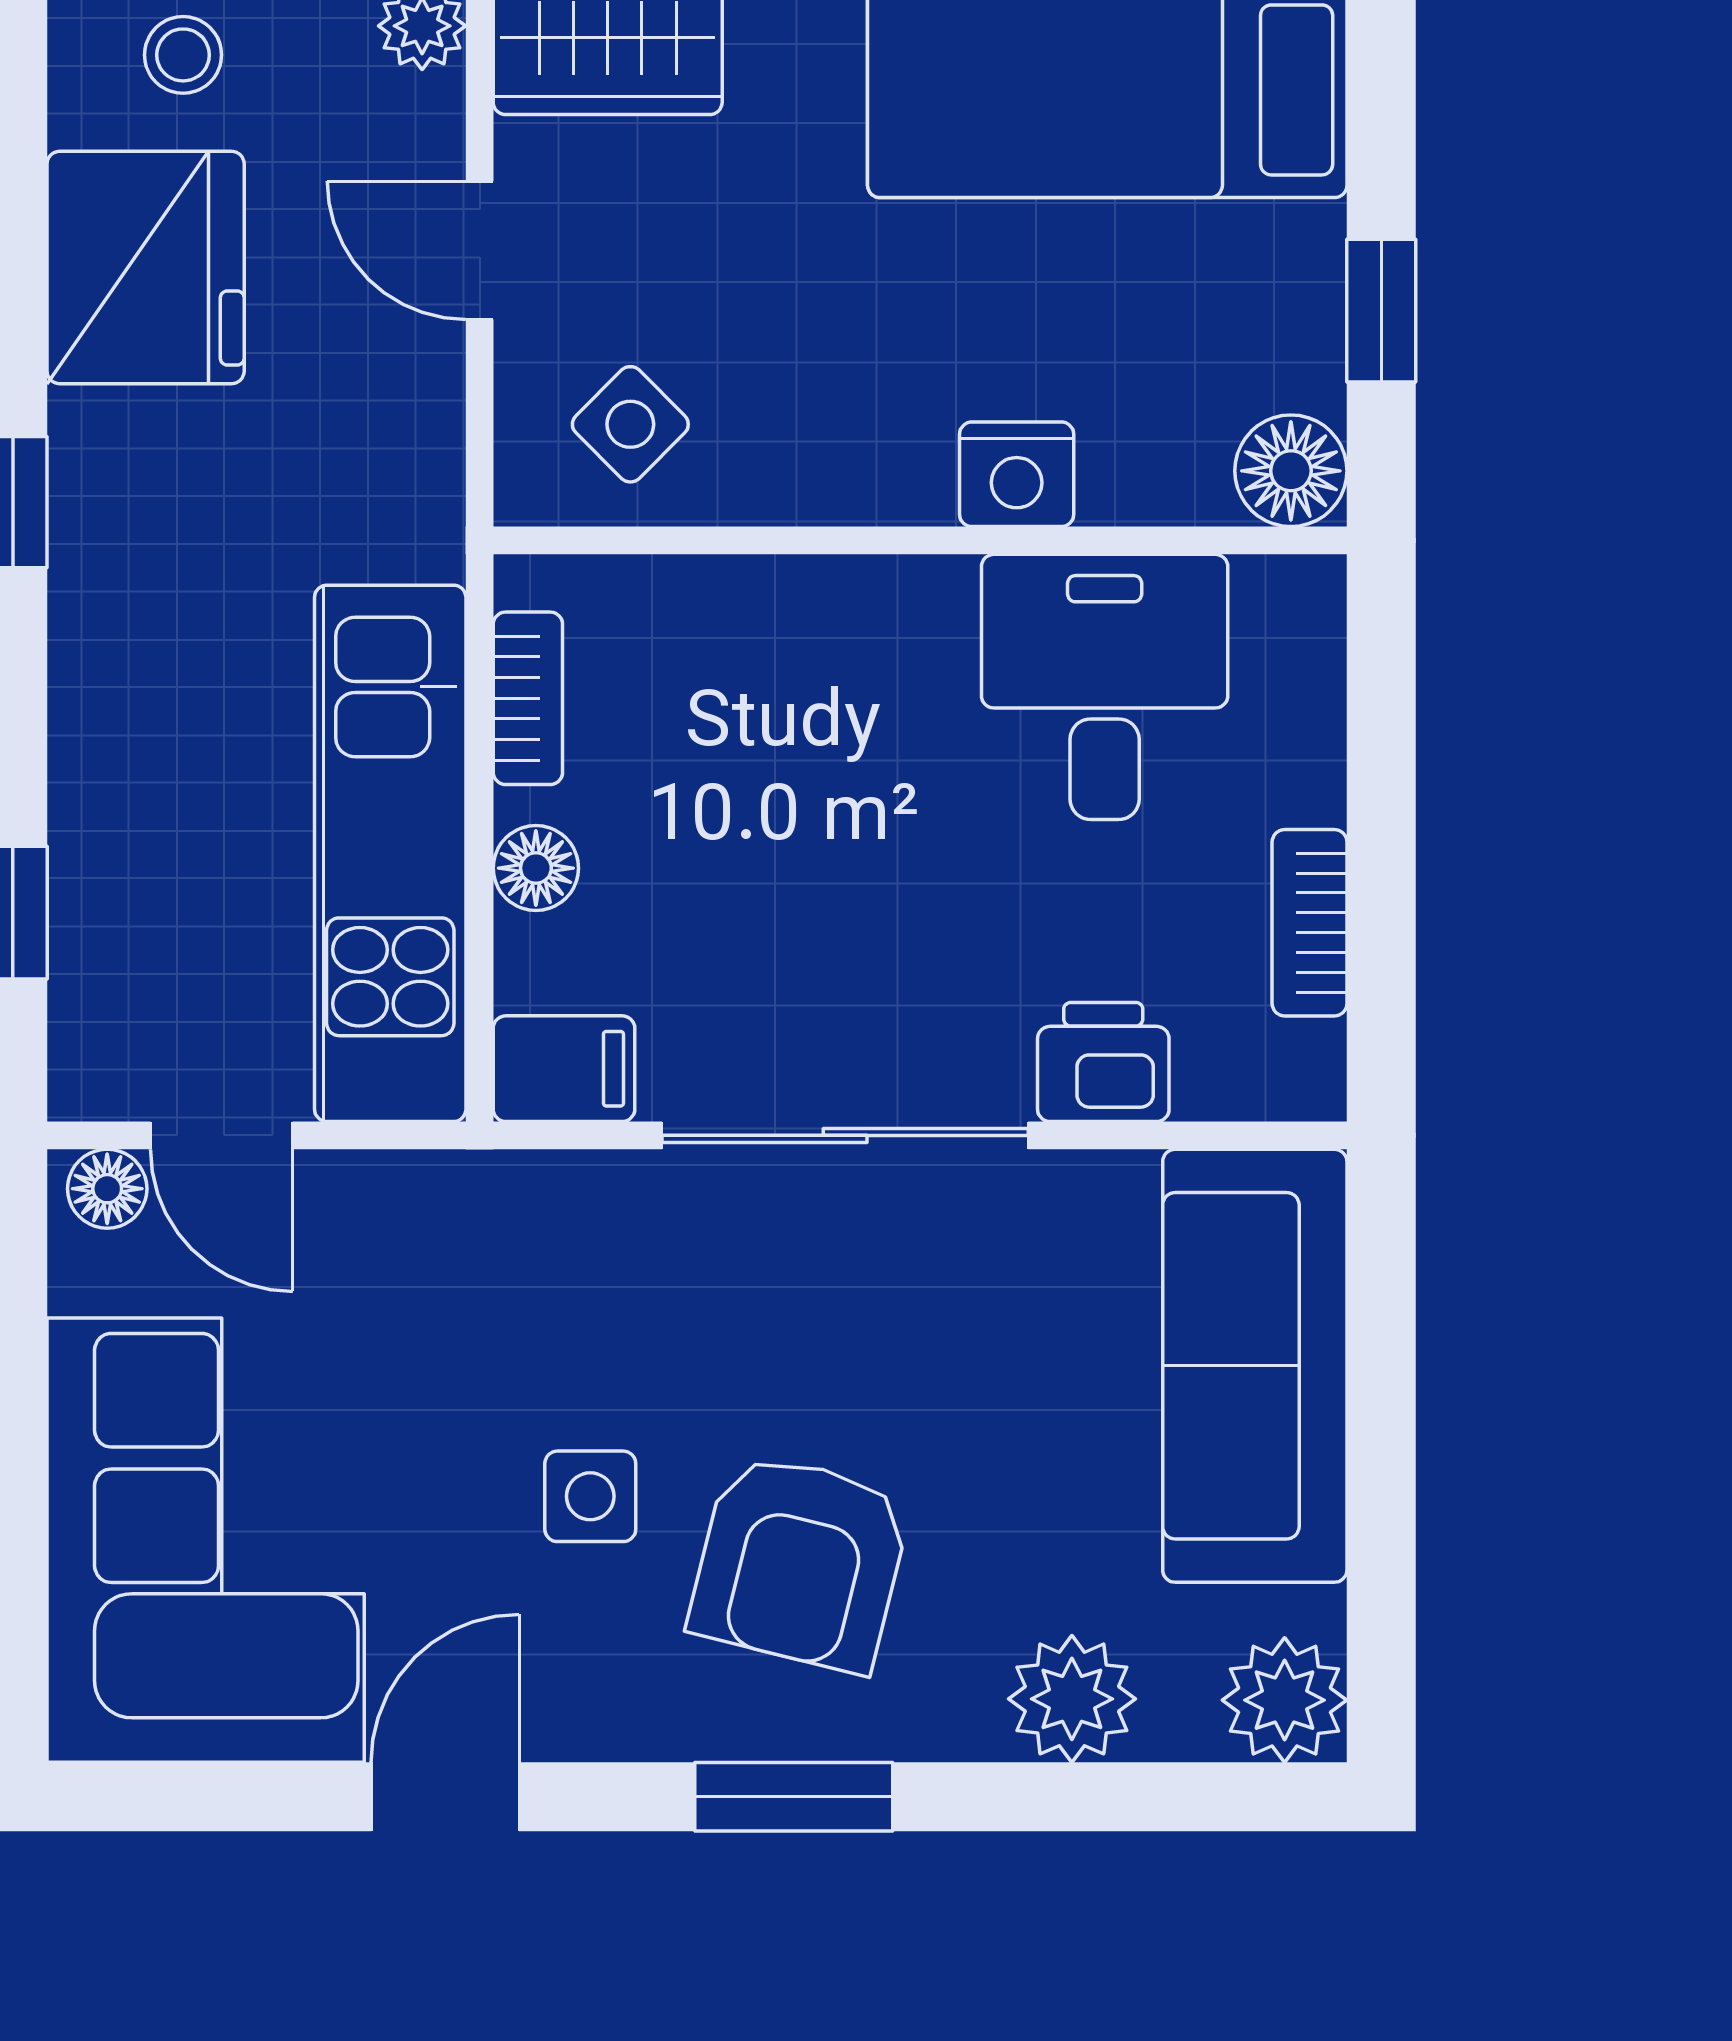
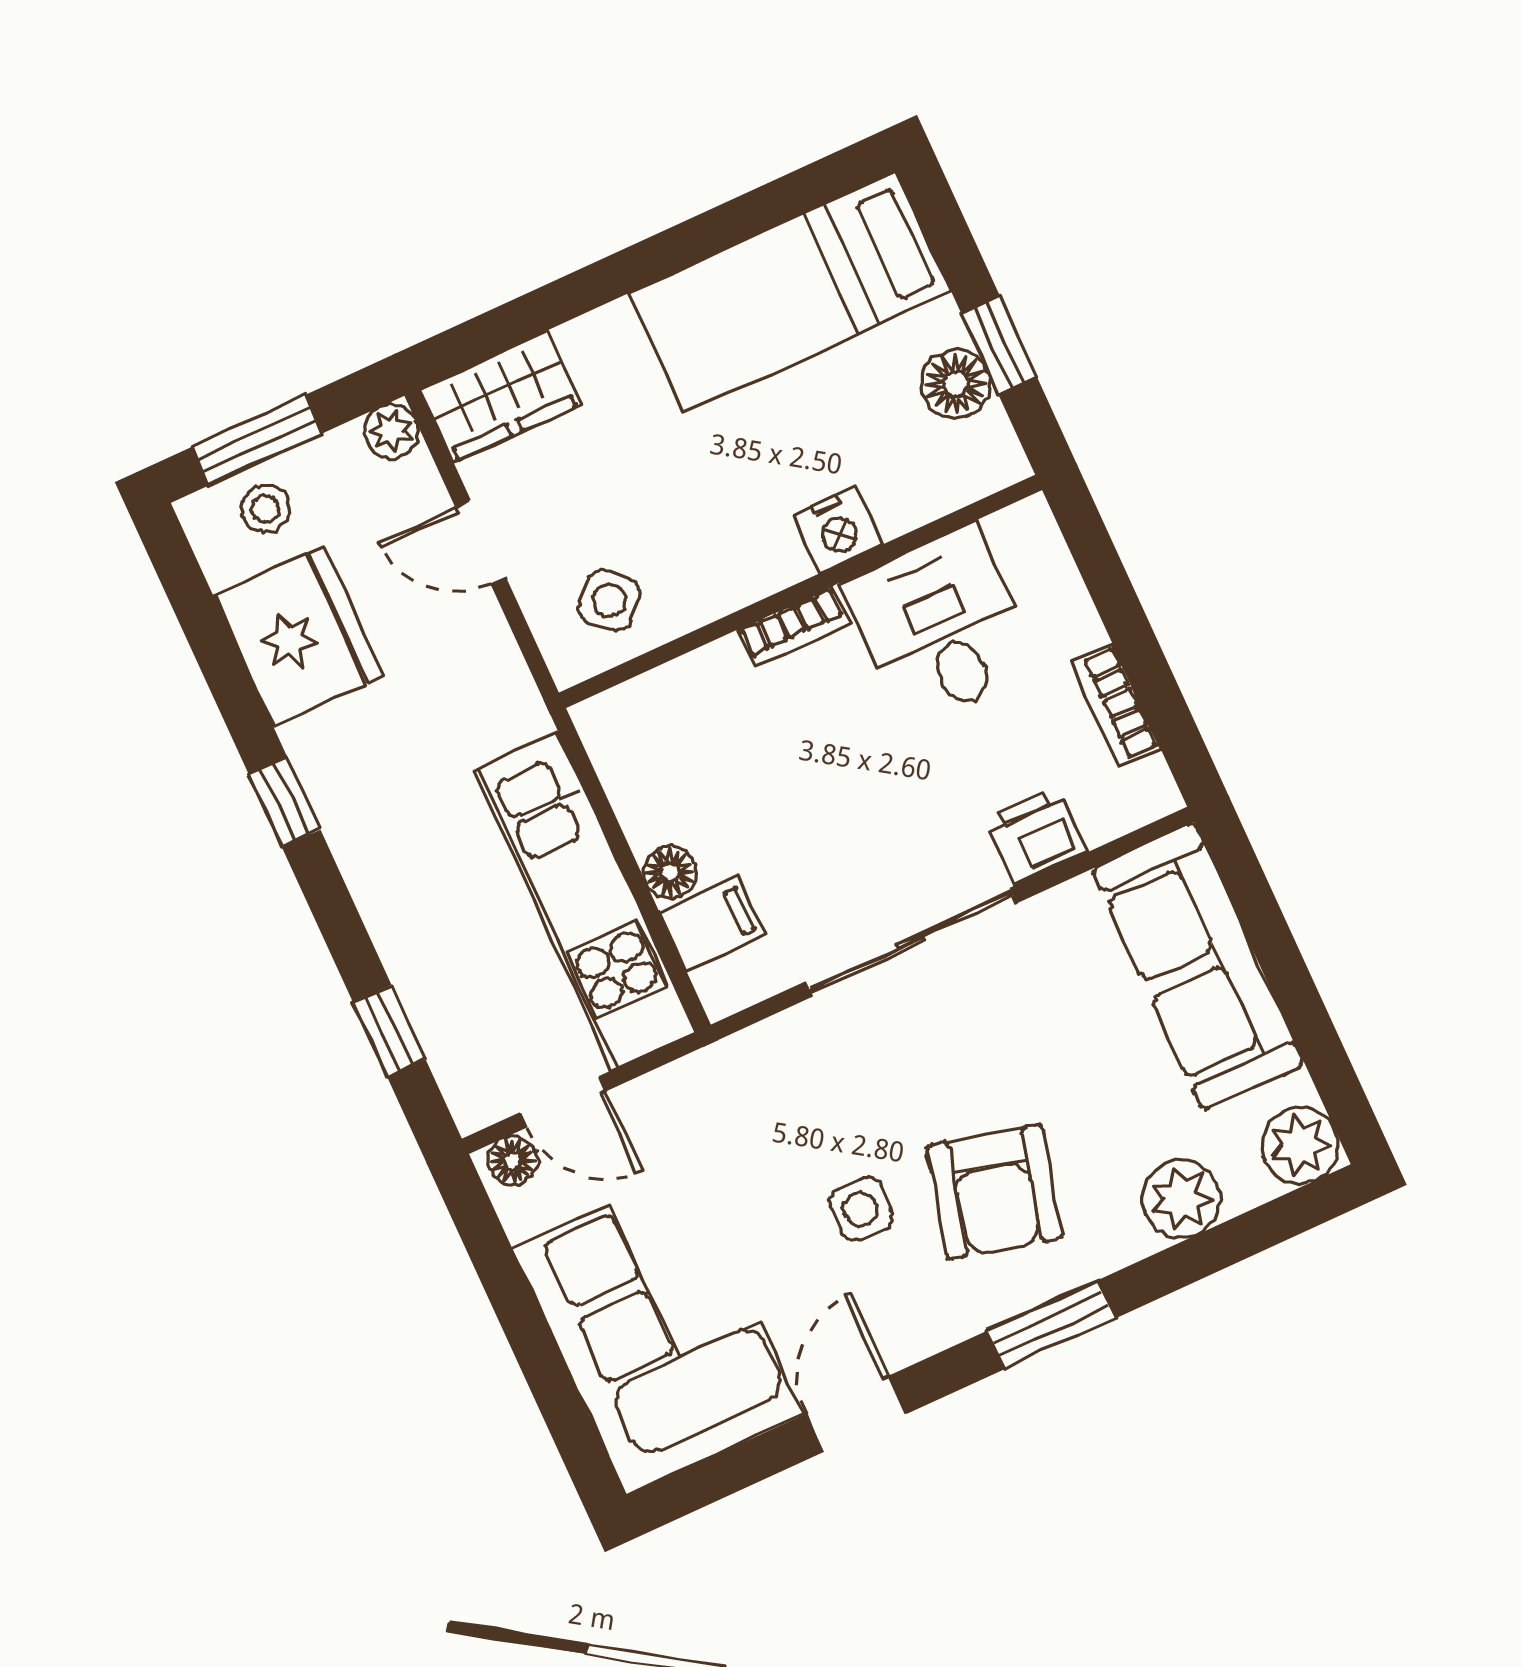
floor lamp: (1291, 471) -> (956, 384), moved
bookcase: (528, 698) -> (794, 627), moved, turned 90
filing cabinet: (564, 1069) -> (712, 924), moved

